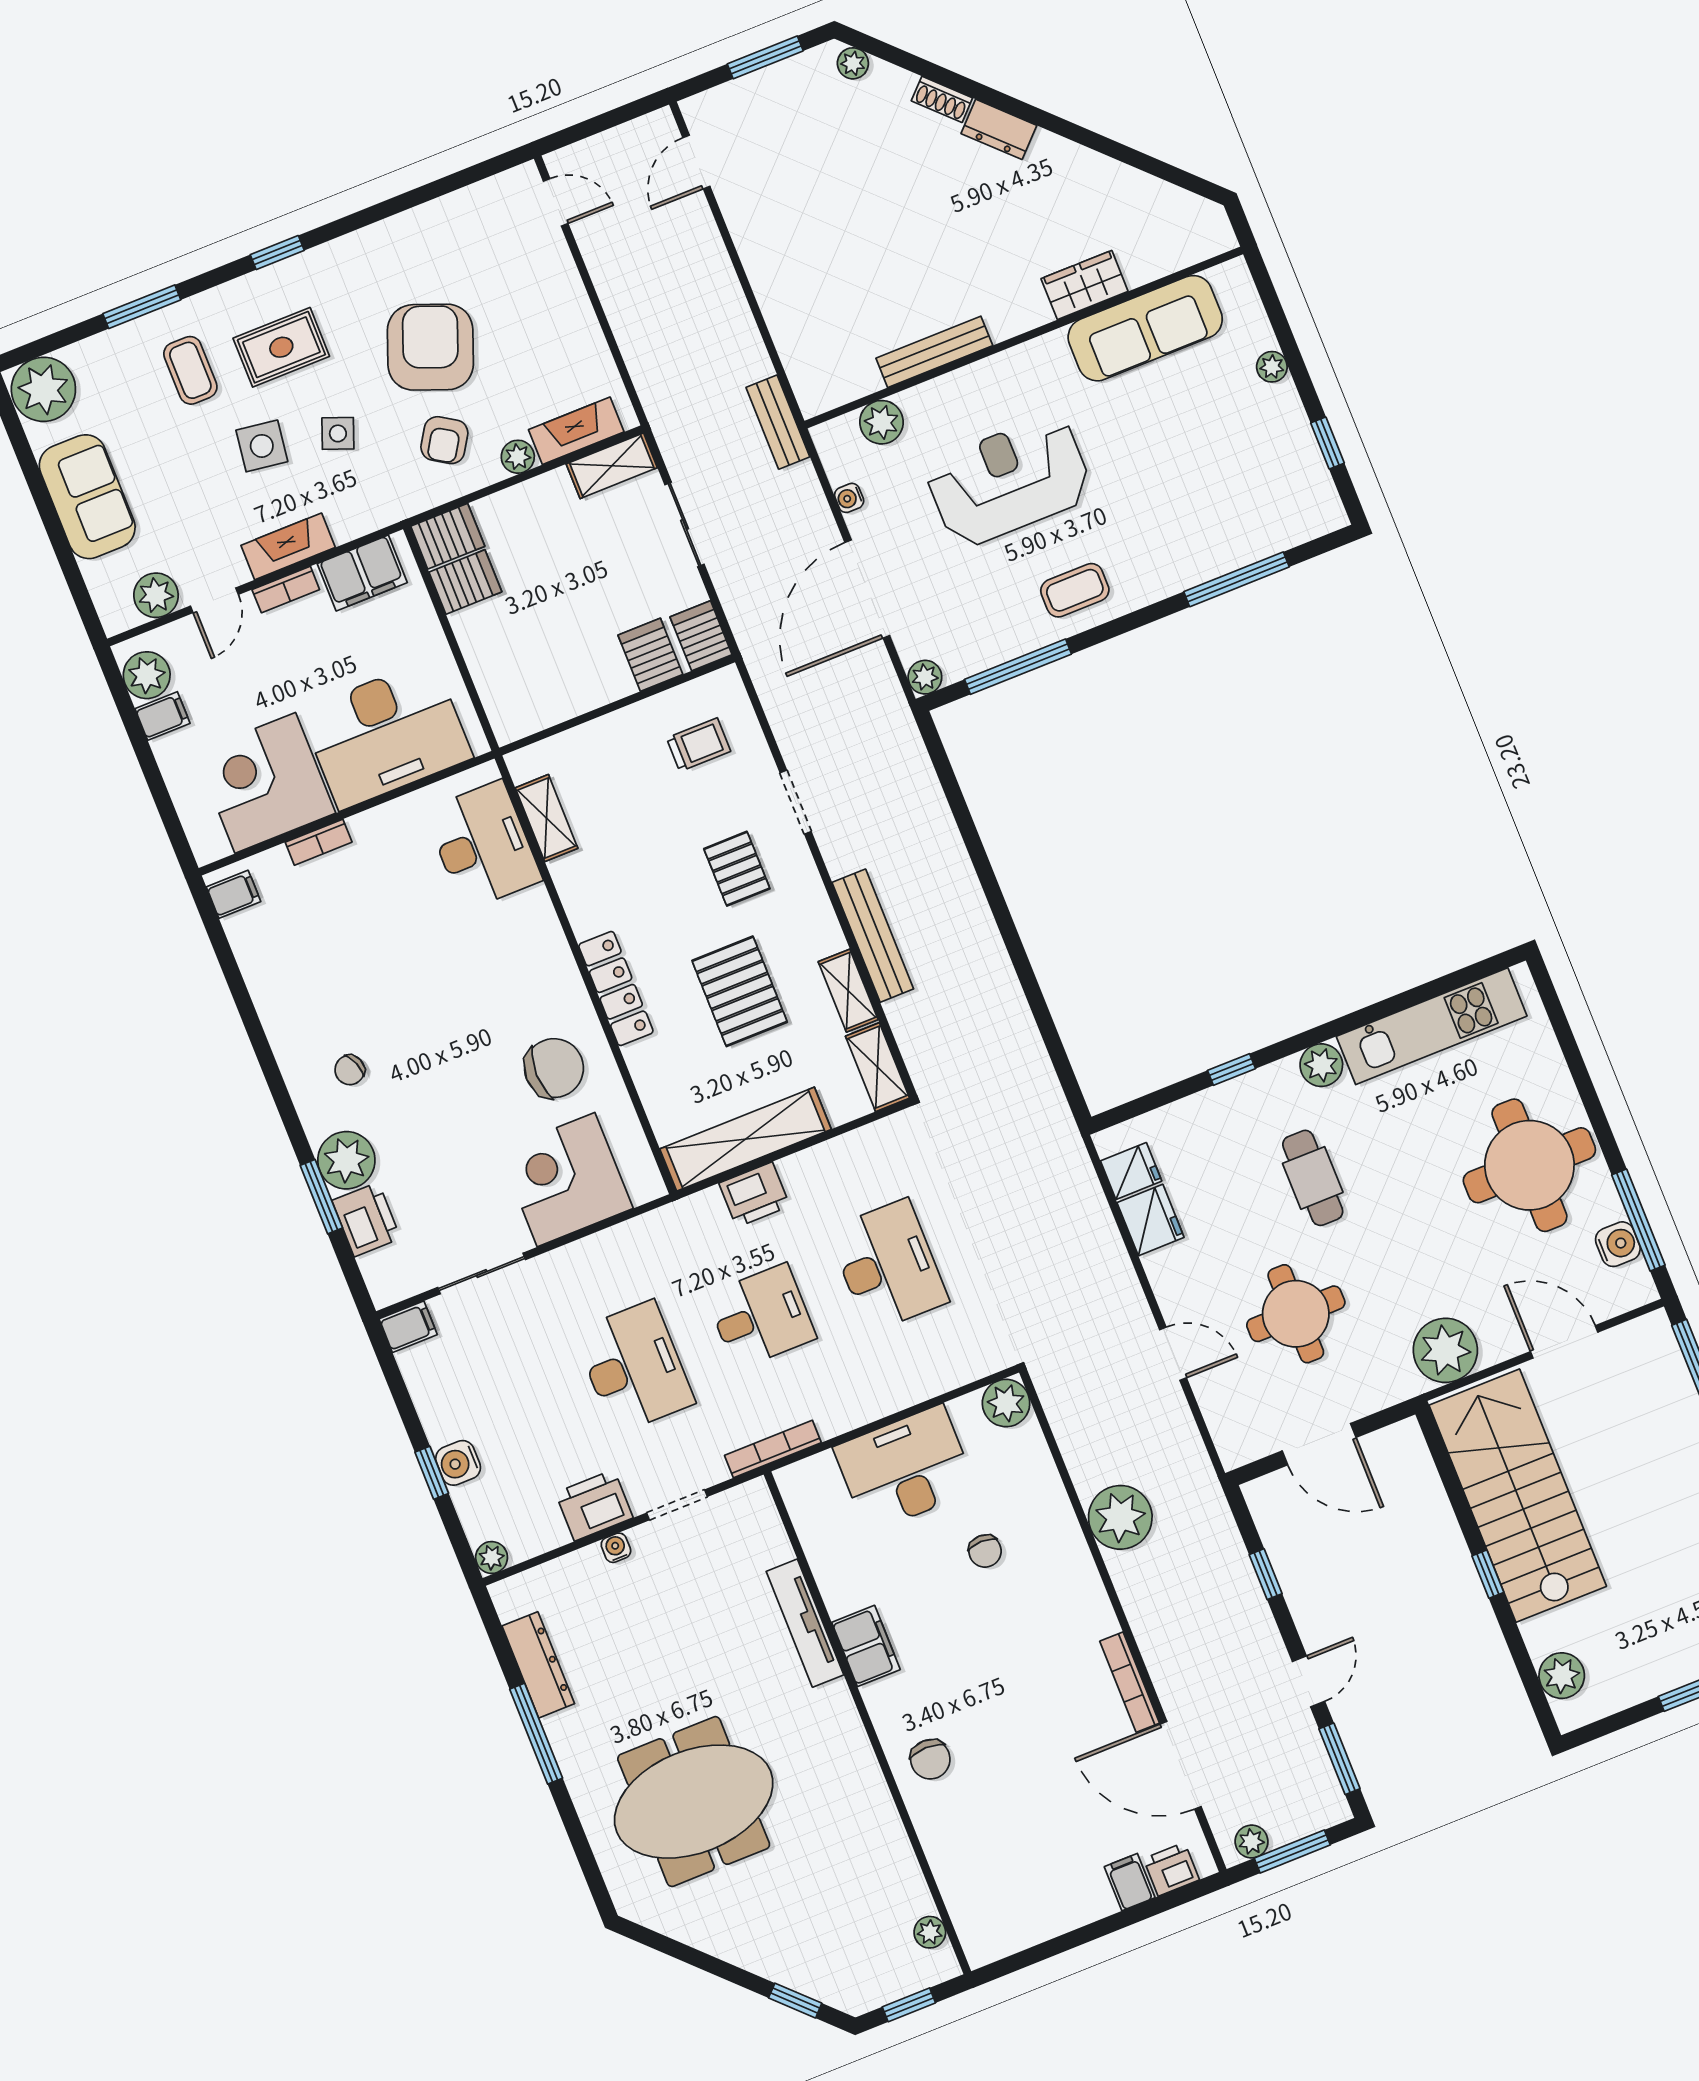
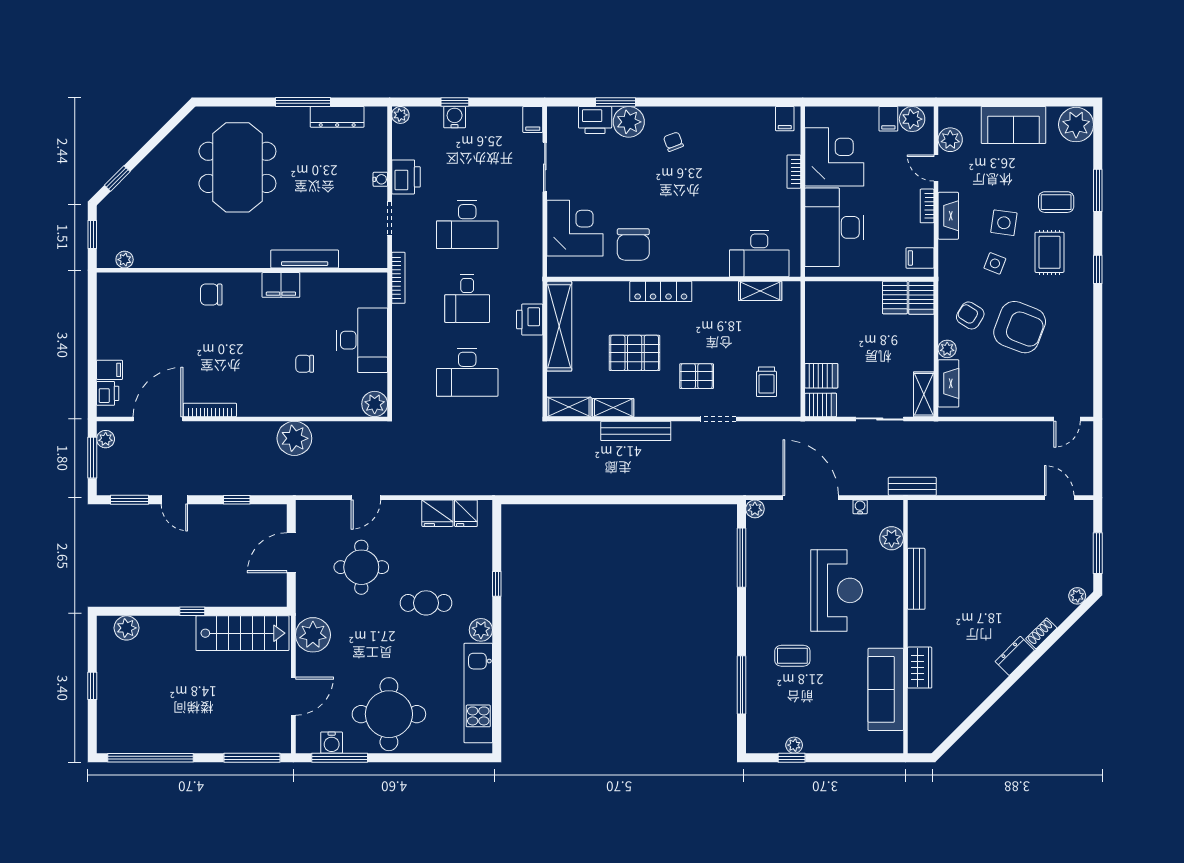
plant: (1272, 367) -> (794, 745), moved
filing cabinet: (362, 573) -> (920, 258), width x0.50
coffee table: (1075, 590) -> (792, 656), moved, turned 90
stairs: (1518, 1496) -> (242, 633), width x0.73, depth x0.66

